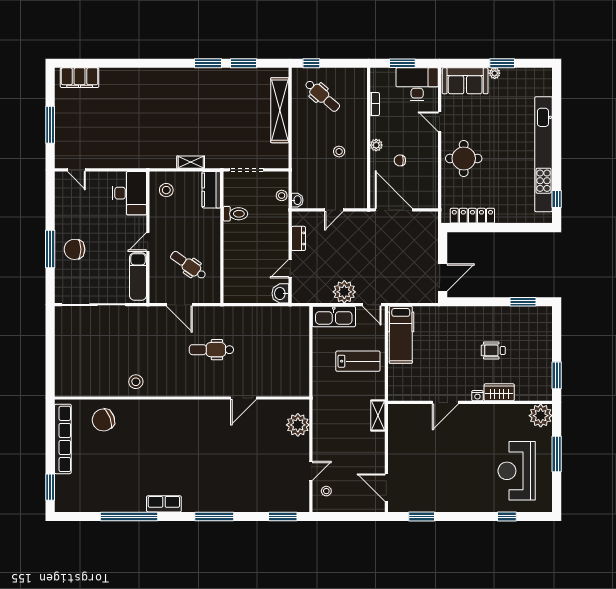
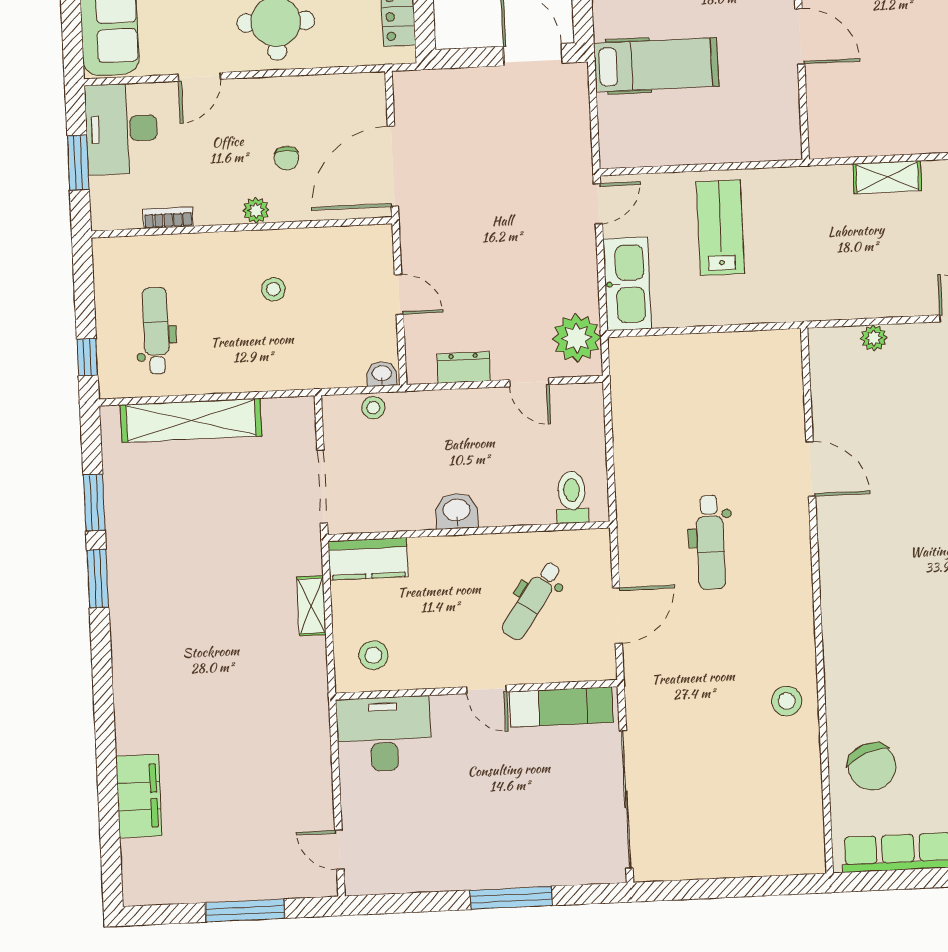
filing cabinet: (80, 78) -> (139, 796), moved
dental chair: (322, 96) -> (156, 331), turned -41
door: (76, 170) -> (339, 850), swing flipped
toilet: (236, 214) -> (572, 497), moved
chair: (74, 249) -> (510, 846), removed
plant: (344, 292) -> (577, 338), moved
washbasin: (280, 293) -> (457, 511), moved, turned 180
hospital bed: (401, 335) -> (656, 65), moved
shelving: (378, 415) -> (887, 177), moved
plant: (298, 425) -> (874, 338), width x0.53, depth x0.53

